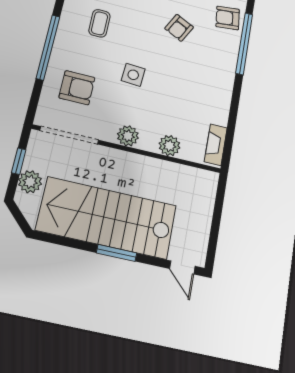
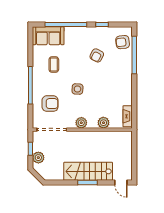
stairs: (107, 218) -> (88, 171), width x0.73, depth x0.66

